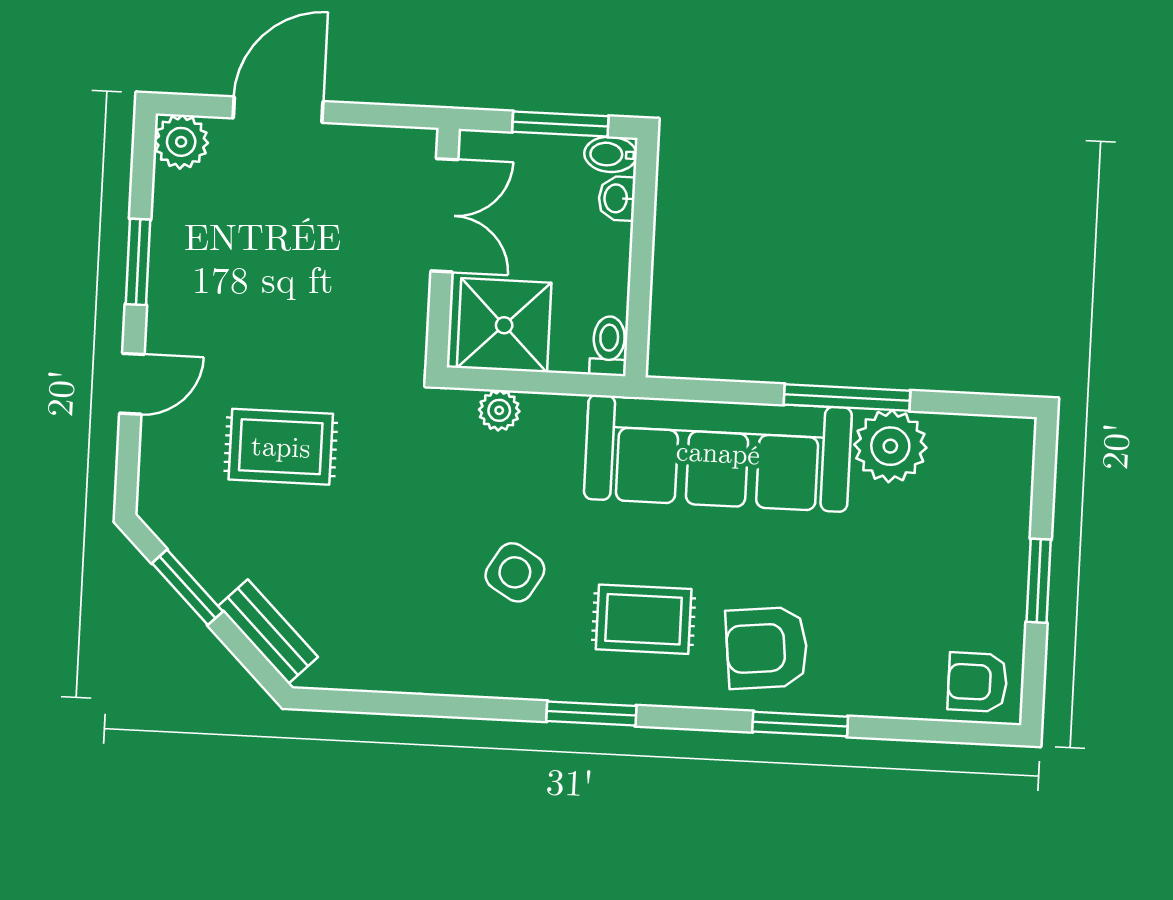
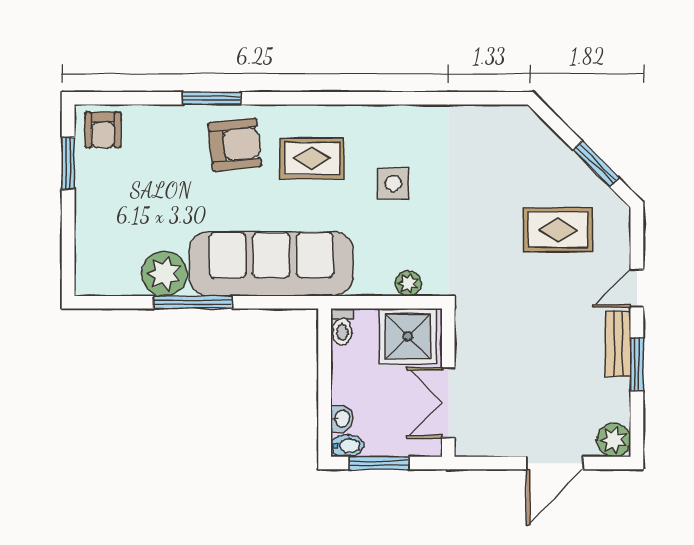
rug: (281, 447) -> (558, 230), moved
side table: (515, 572) -> (393, 183), turned -31
window: (1039, 581) -> (68, 163), moved
bench: (268, 632) -> (618, 344), moved, turned 45
armchair: (977, 682) -> (103, 130), turned 90
window: (591, 713) -> (341, 98), removed

